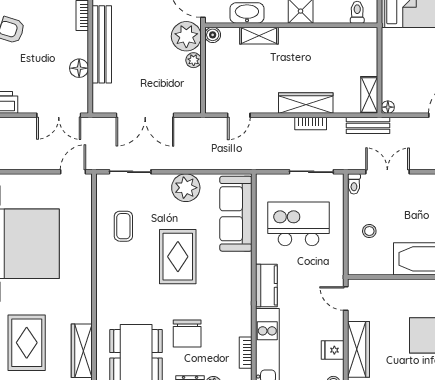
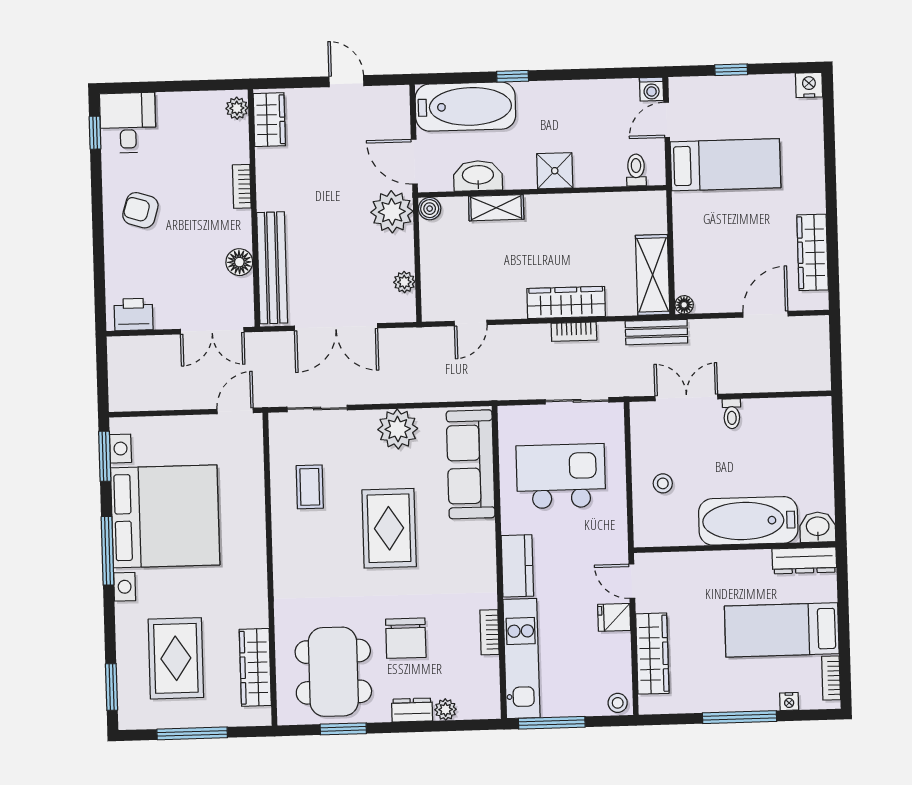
bench: (102, 44) -> (272, 268), moved
plant: (194, 60) -> (404, 282), moved
shelving: (369, 95) -> (653, 275), width x1.50, depth x1.33
toilet: (354, 184) -> (732, 414), moved
fridge: (333, 350) -> (614, 617), moved
bookcase: (246, 353) -> (490, 632), moved

